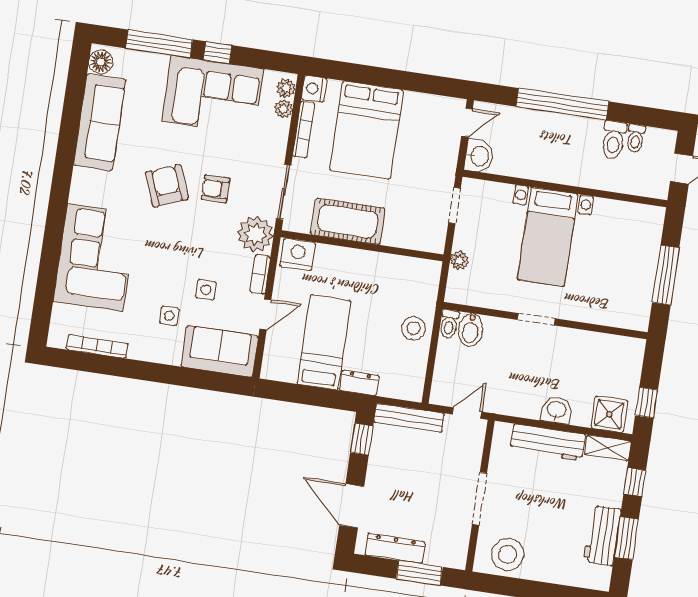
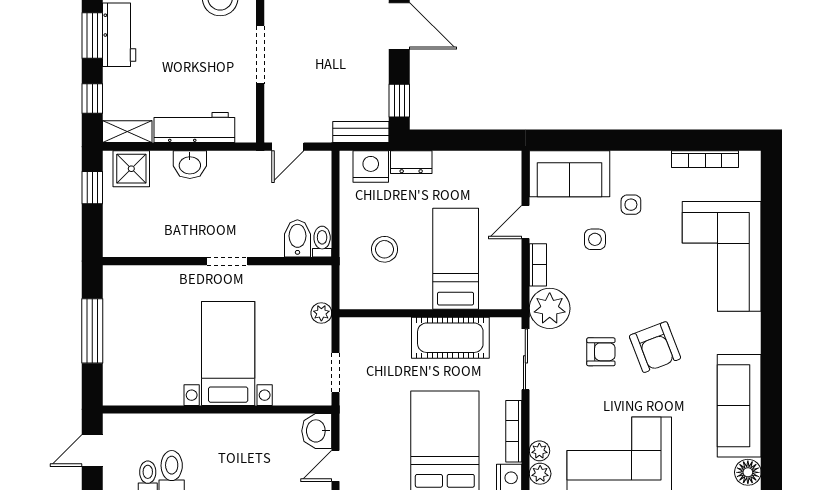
nightstand: (298, 254) -> (371, 166), moved, turned 180
stool: (413, 328) -> (385, 249), moved
bed: (324, 342) -> (456, 259), moved, turned 180
bench: (409, 418) -> (361, 132), width x0.73

